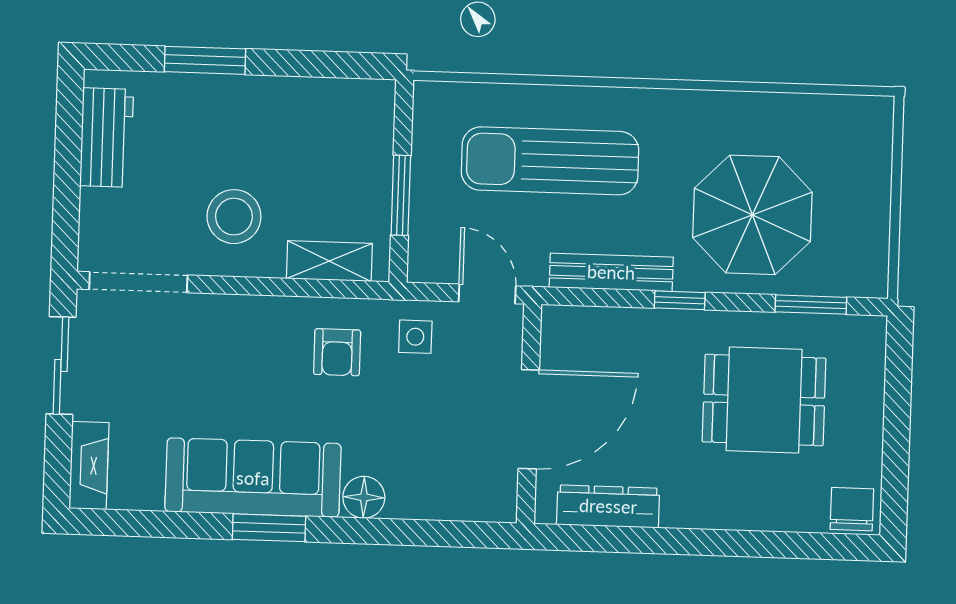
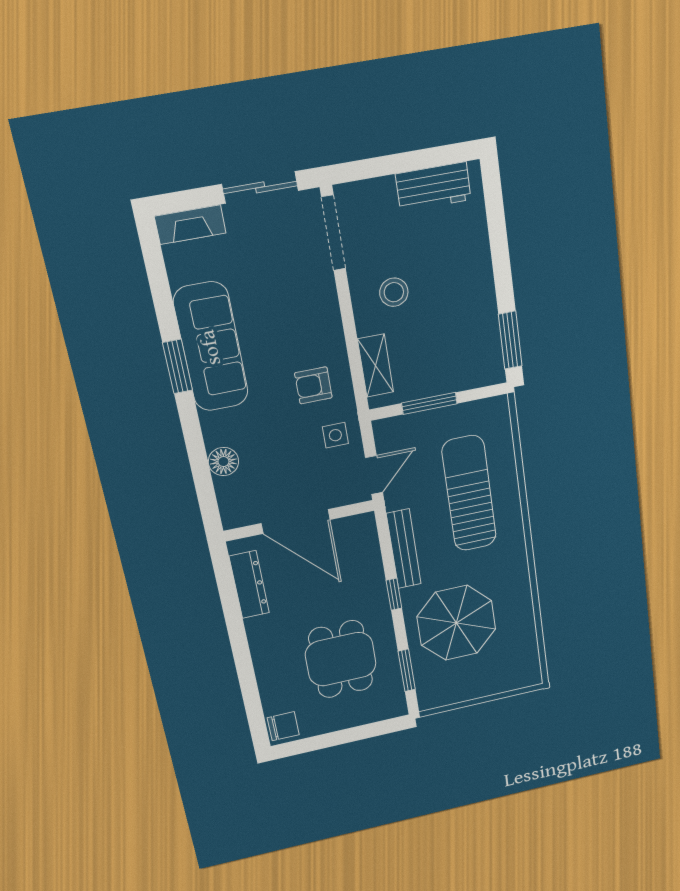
window: (205, 60) -> (510, 340), moved
stool: (234, 217) -> (394, 292), width x0.73, depth x0.73
floor lamp: (364, 497) -> (223, 462), moved

